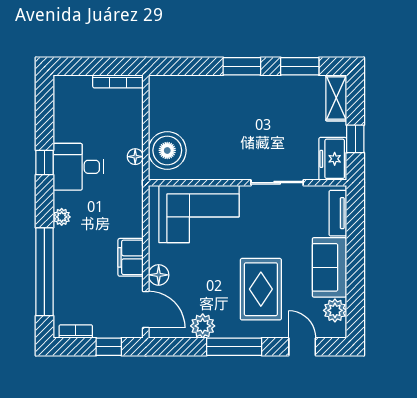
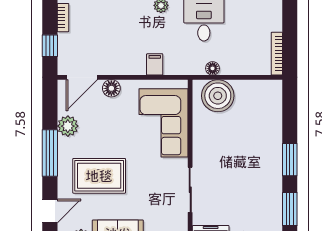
filing cabinet: (131, 257) -> (155, 64), moved, width x0.50

